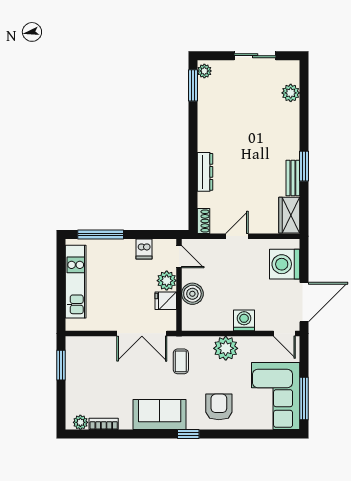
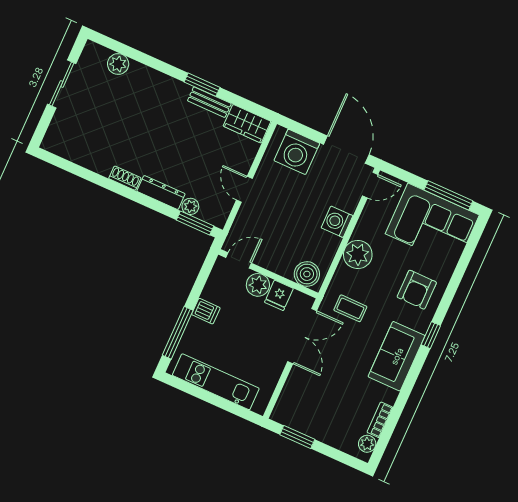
plant: (204, 71) -> (190, 206), moved
window: (193, 85) -> (195, 223), moved
shoe rack: (203, 221) -> (125, 178), moved
dishwasher: (144, 249) -> (206, 311), moved
boiler: (192, 294) -> (307, 274), moved
armchair: (219, 407) -> (417, 290), turned -90

